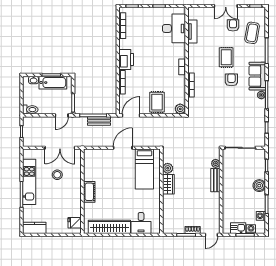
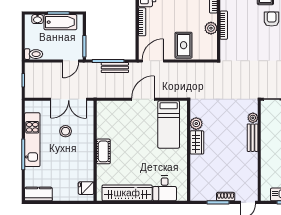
plant: (180, 109) -> (211, 28), moved

